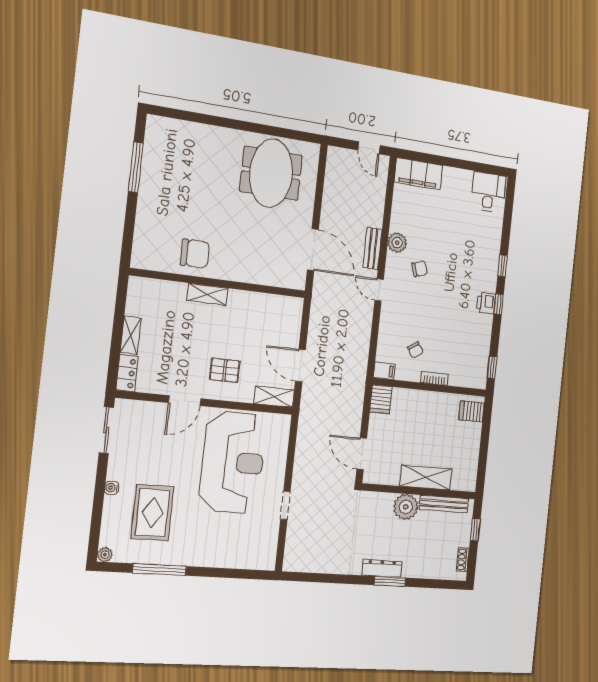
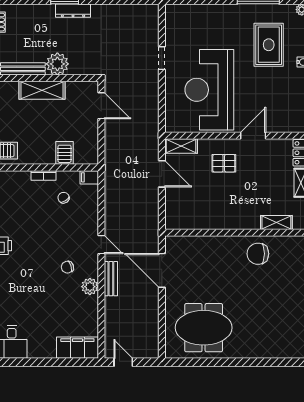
meeting table: (271, 173) -> (204, 328), turned 90
shelving: (207, 294) -> (276, 223), moved
server rack: (381, 399) -> (65, 153), moved

